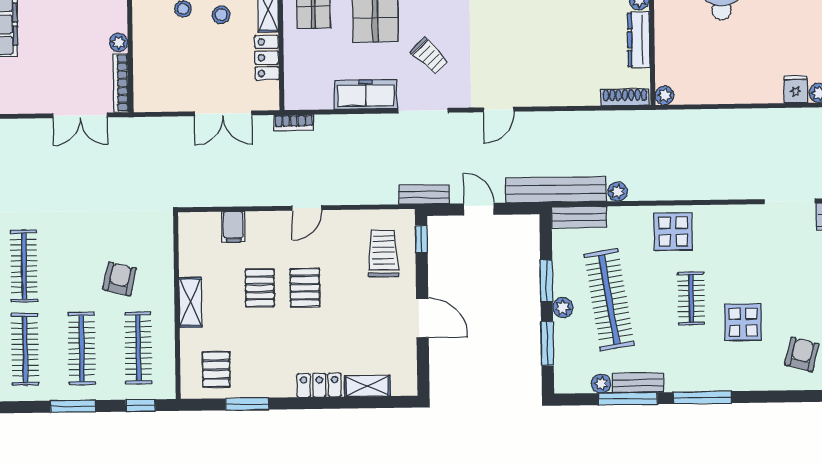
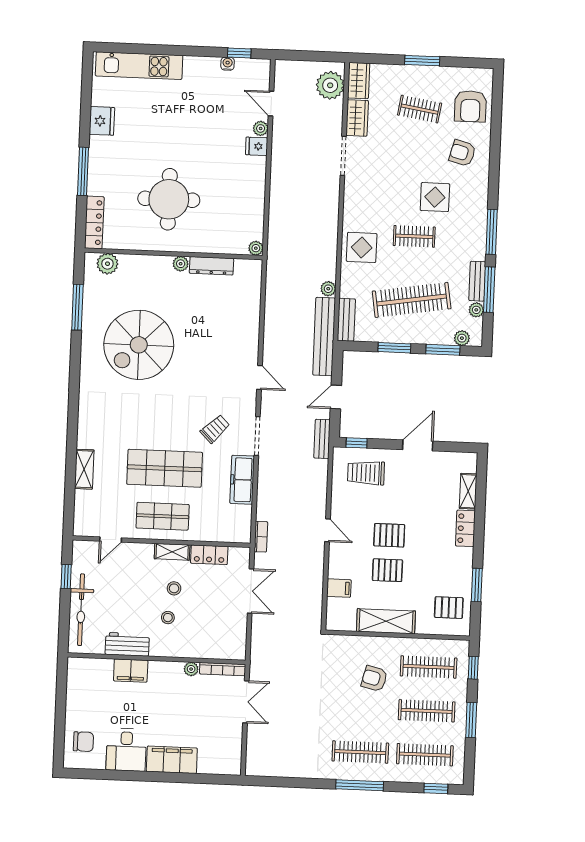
shoe rack: (625, 97) -> (255, 279), removed
shelving: (190, 302) -> (386, 621), width x1.50, depth x1.33
plant: (563, 307) -> (462, 338), moved

